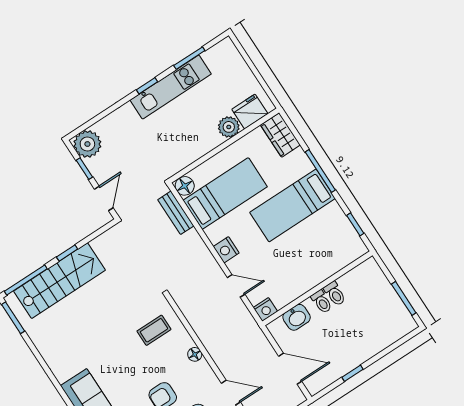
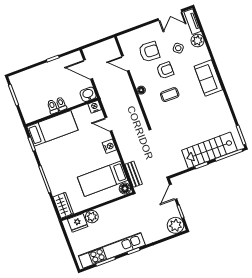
kitchen unit: (171, 87) -> (112, 250), width x1.36
bed: (293, 205) -> (52, 128), moved
washbasin: (297, 317) -> (88, 94), moved
coffee table: (154, 330) -> (170, 95), moved

